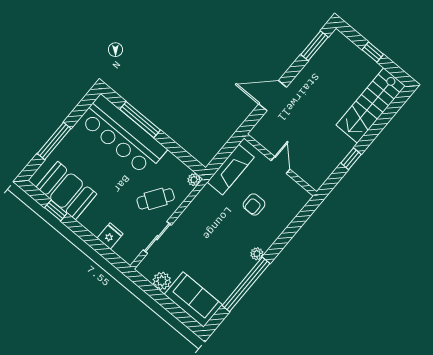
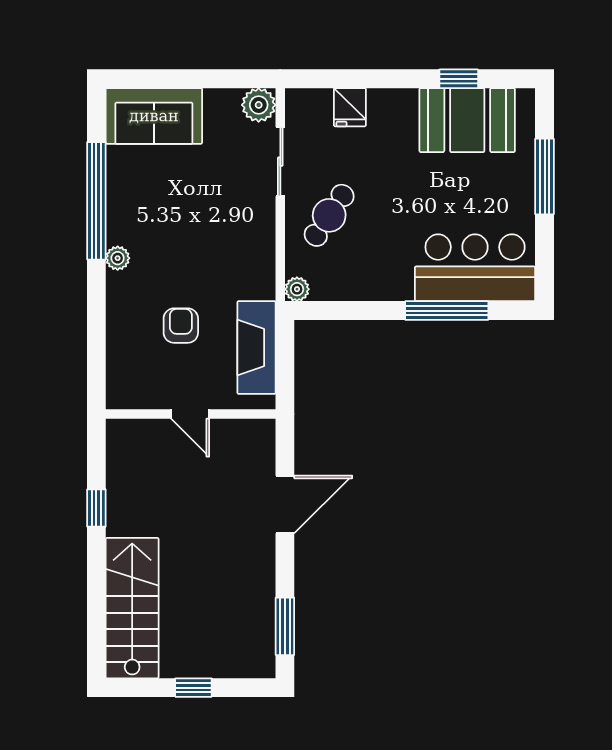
bar counter: (123, 135) -> (475, 268), width x0.73
plant: (162, 281) -> (259, 105), moved

